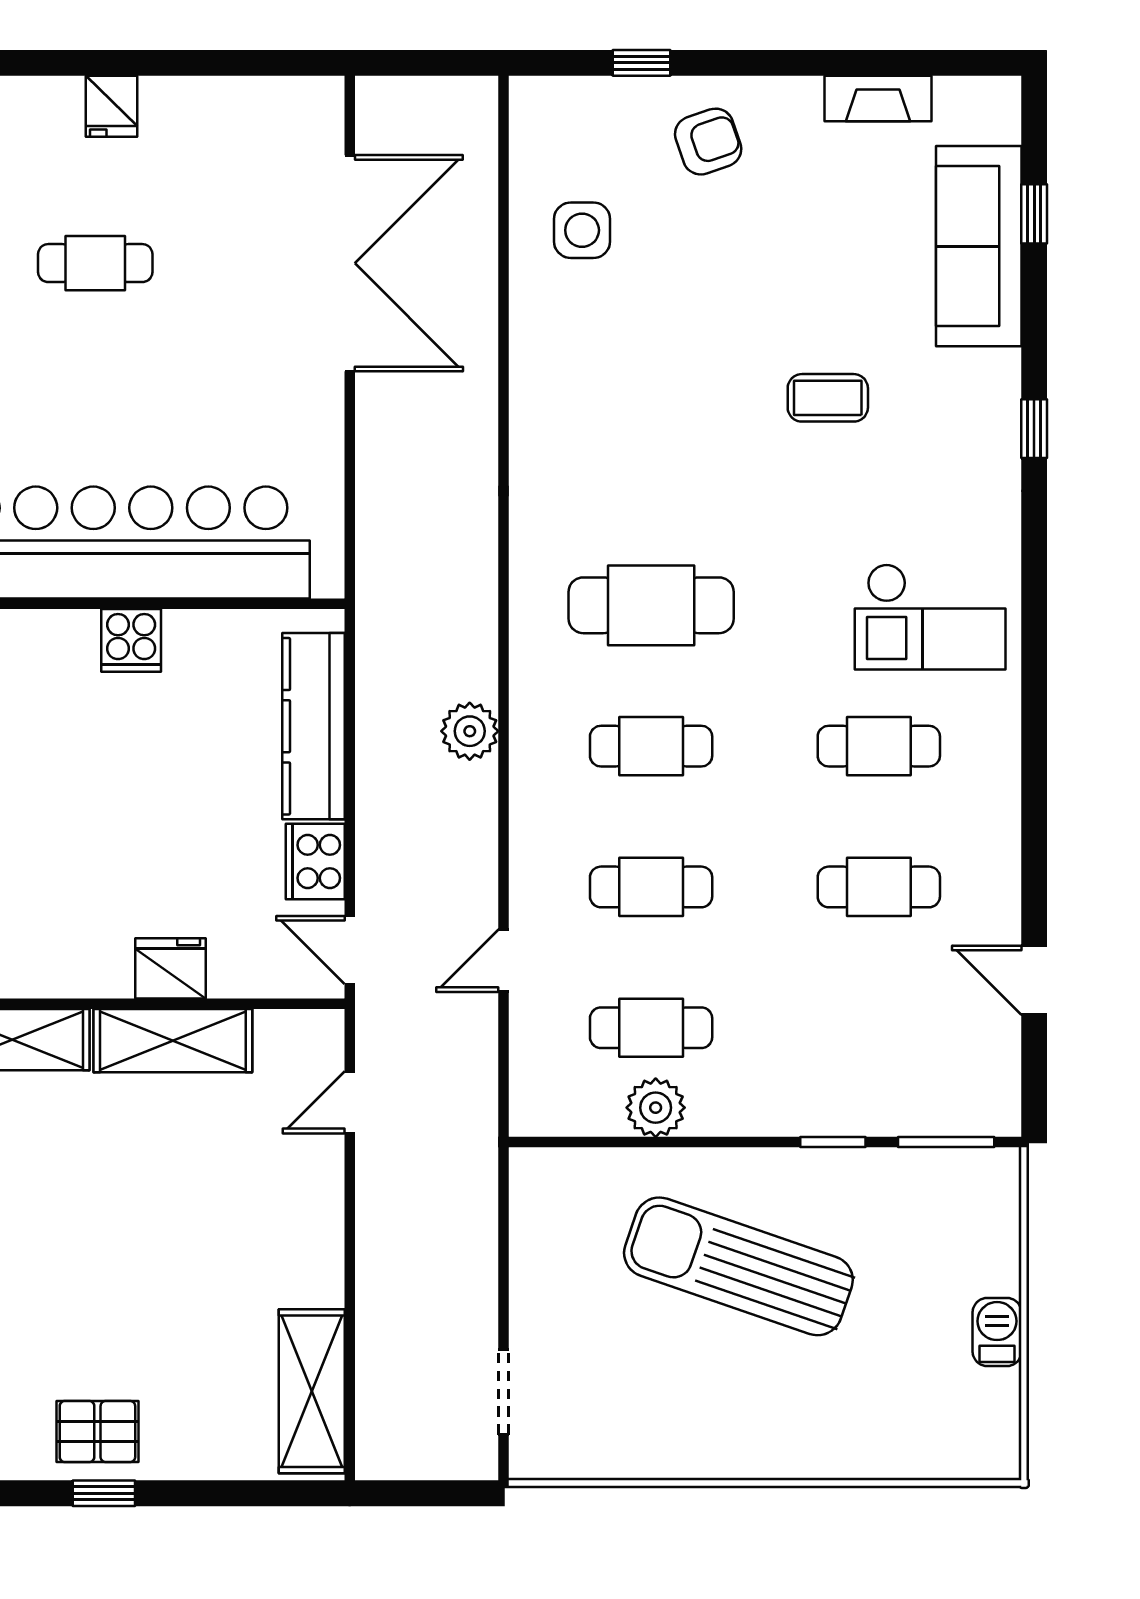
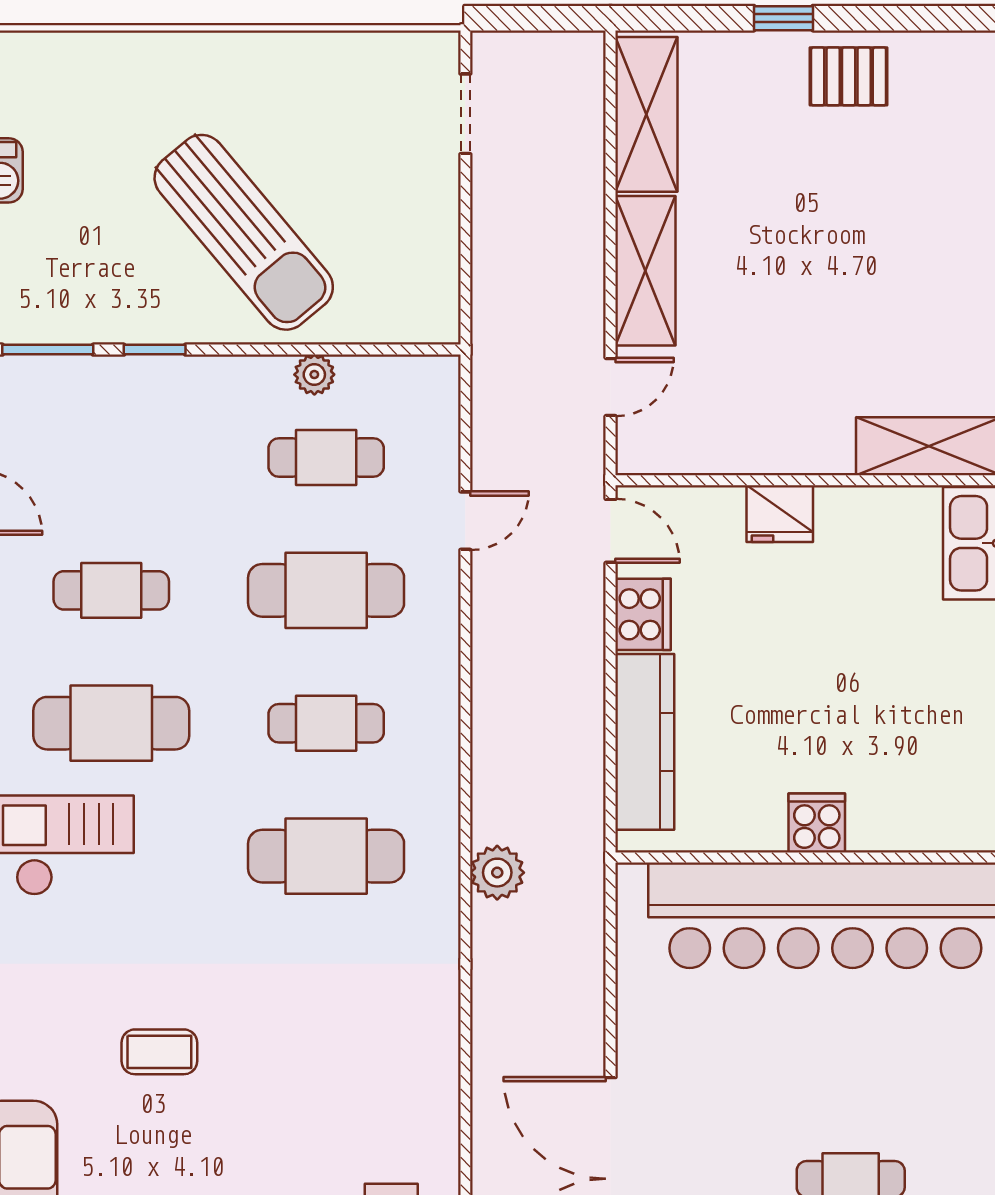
plant: (470, 731) -> (497, 873), moved
cafe table: (879, 746) -> (111, 723), width x1.37, depth x1.35
cafe table: (651, 887) -> (326, 590), width x1.37, depth x1.35
shelving: (173, 1041) -> (645, 271), moved, turned 90
plant: (656, 1108) -> (314, 375), width x0.73, depth x0.73
sun lounger: (738, 1266) -> (244, 232), turned 31
window: (104, 1493) -> (783, 18), moved

